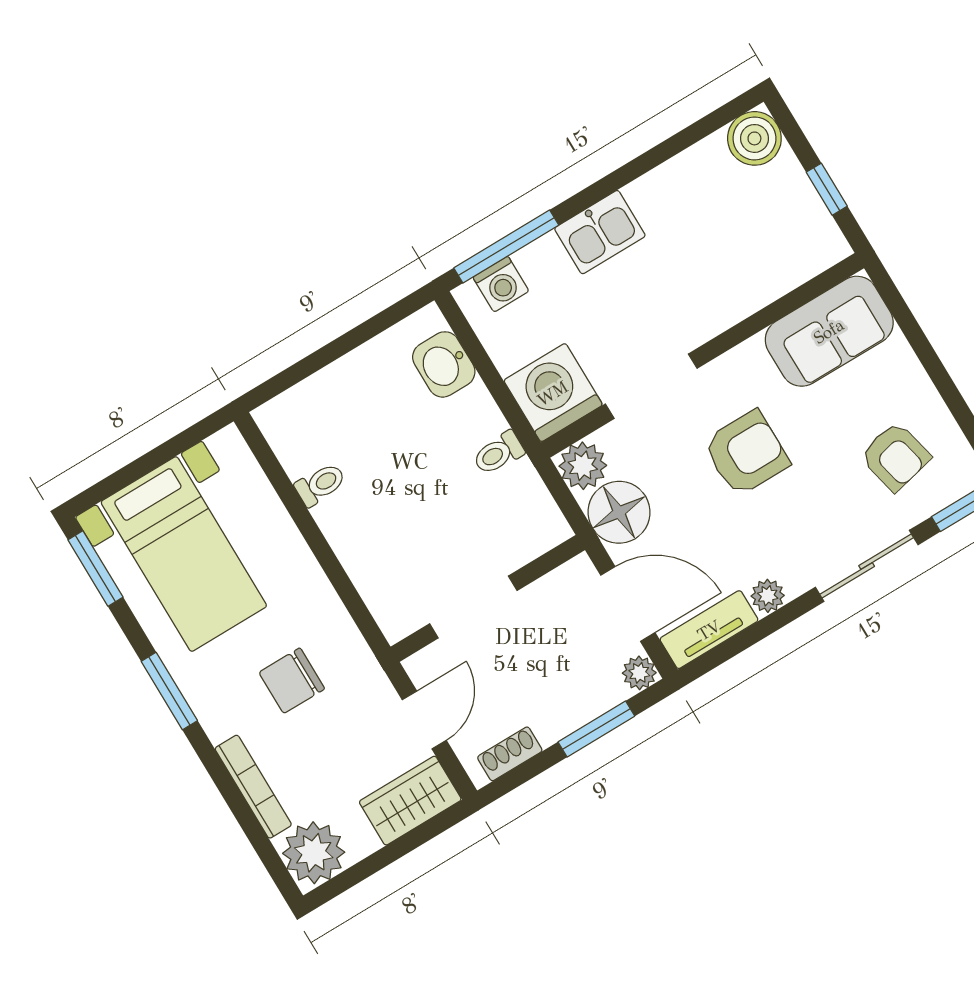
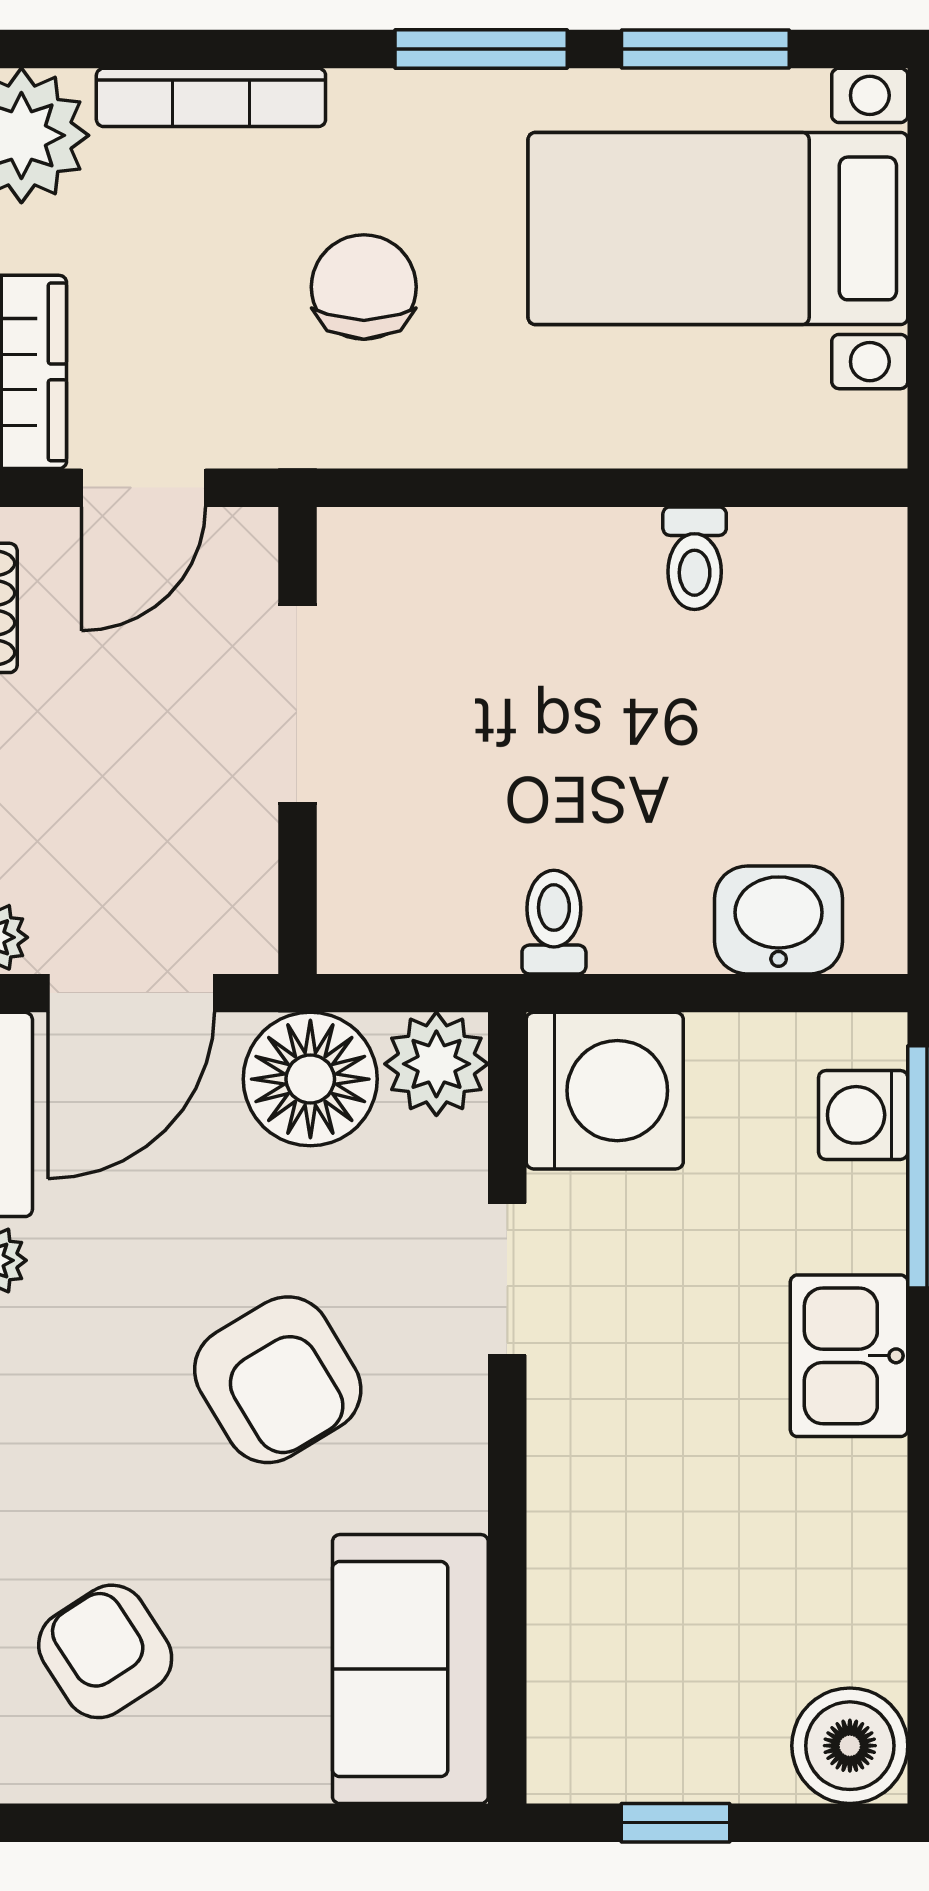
doorway: (651, 386) -> (507, 1279), width x0.73
armchair: (746, 453) -> (278, 1380), turned -31
armchair: (895, 457) -> (105, 1651), turned 70
window: (95, 568) -> (705, 49), moved
door: (424, 720) -> (143, 488), hinge flipped

